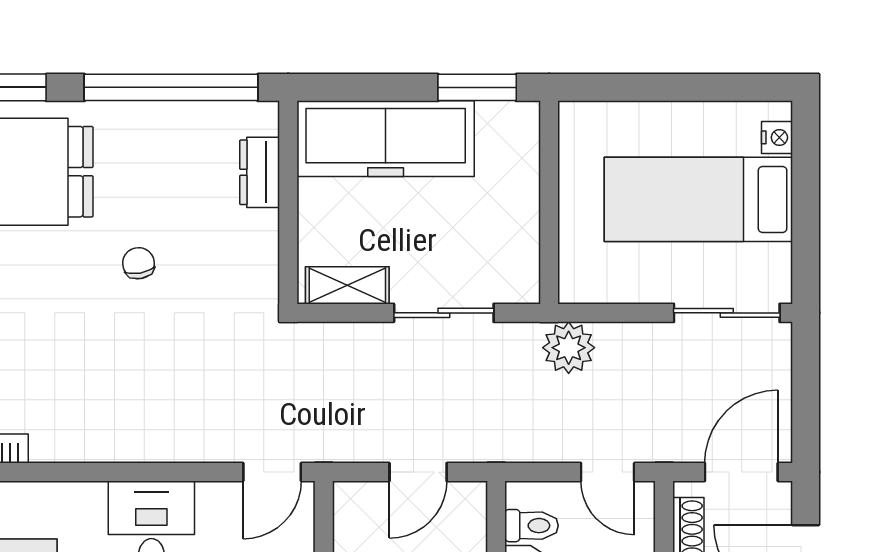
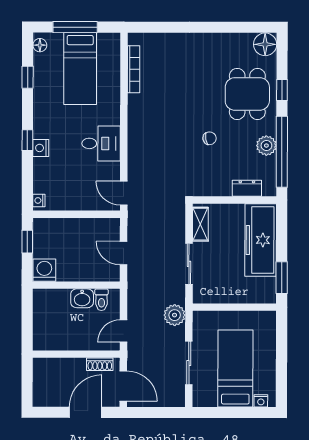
plant: (156, 125) -> (266, 146), added
sliding door: (727, 313) -> (189, 363), moved

